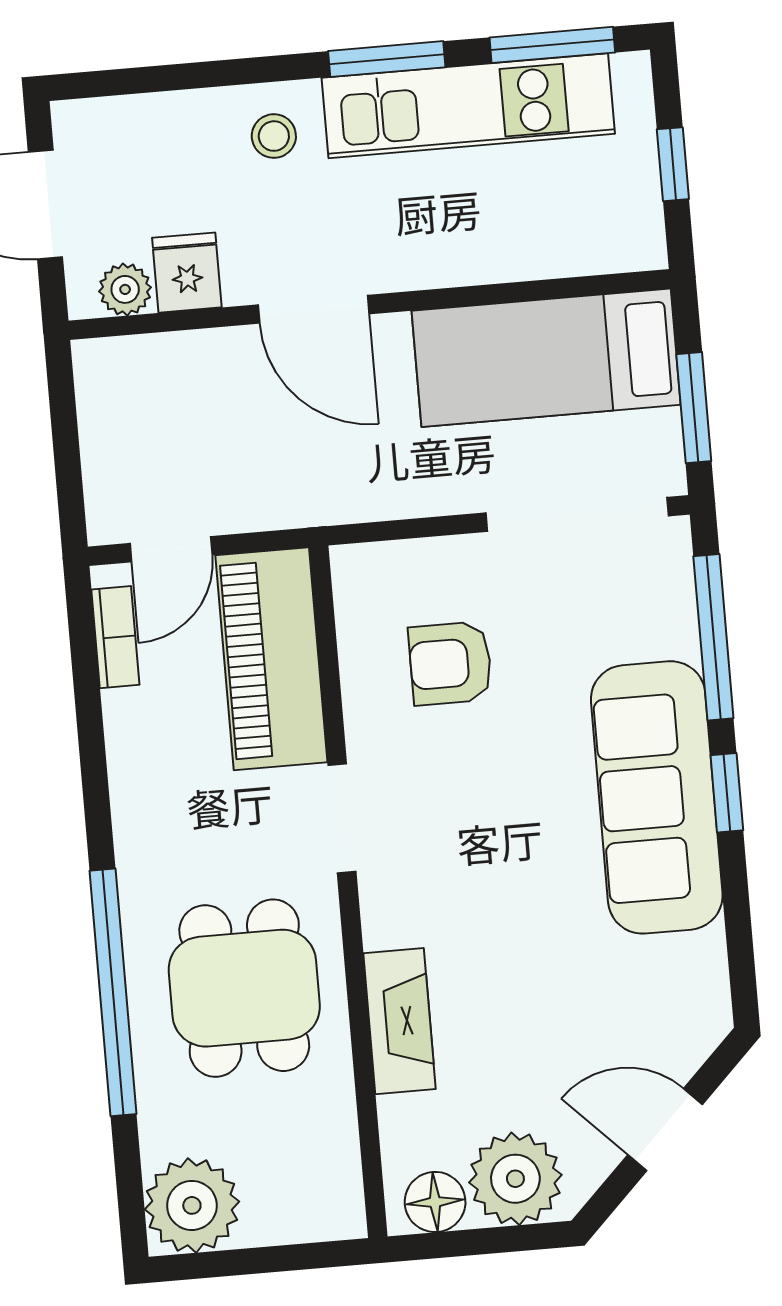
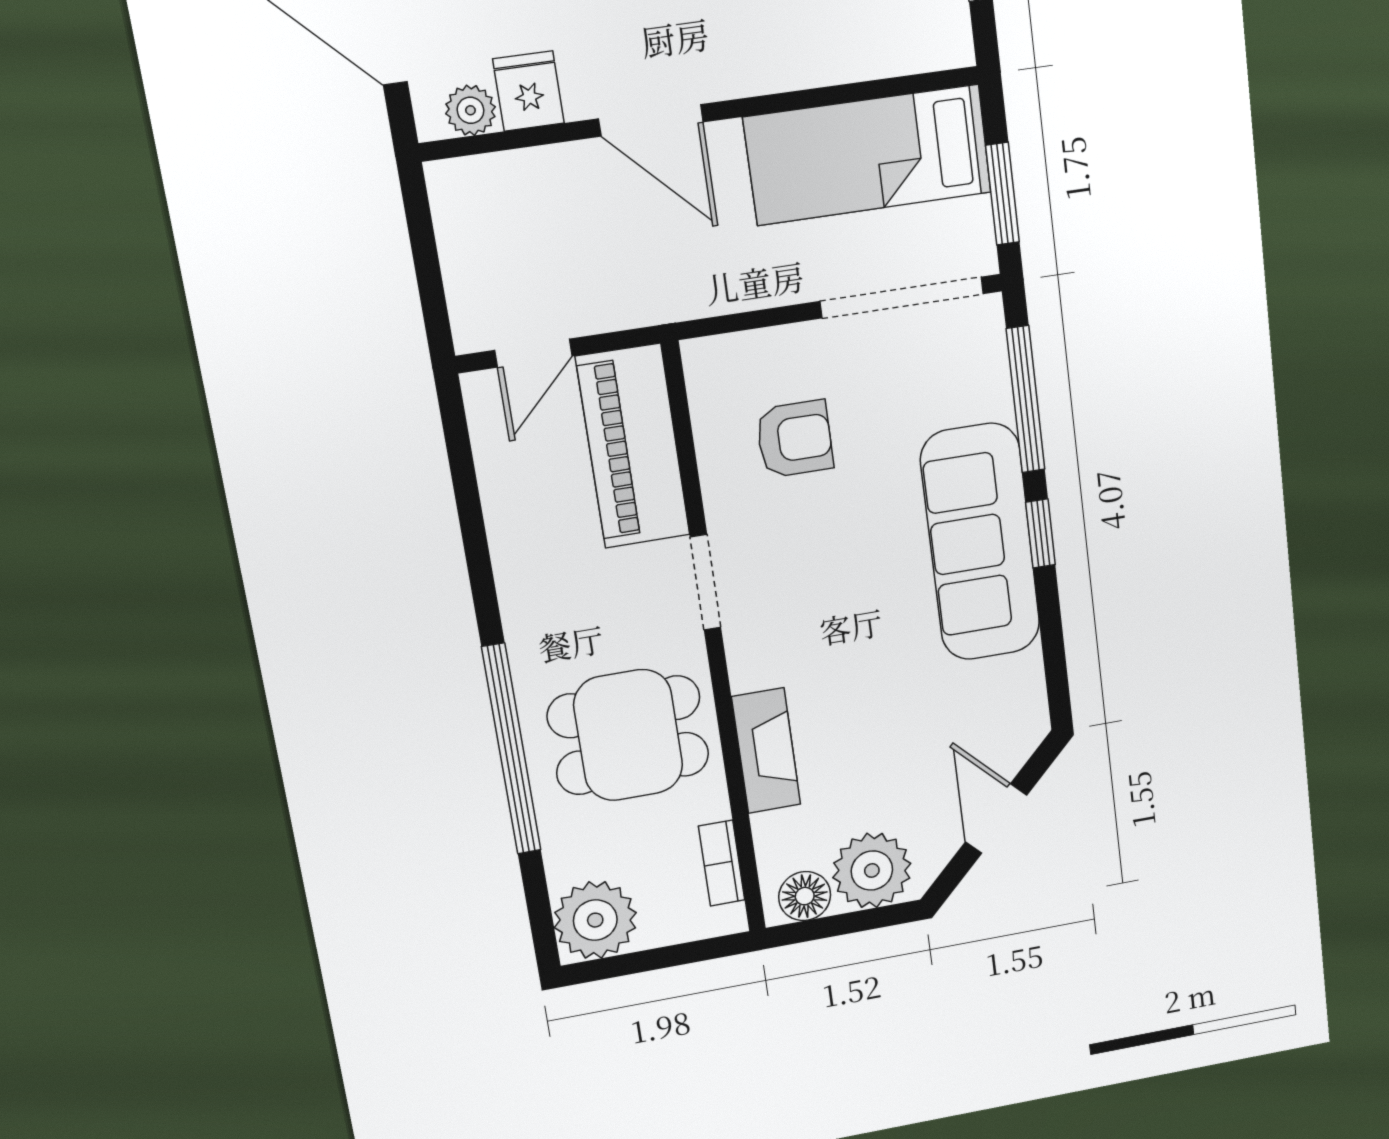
bookcase: (115, 637) -> (722, 863), moved, turned 180
armchair: (450, 663) -> (795, 439), turned 180
dining table: (244, 988) -> (628, 735), turned 90
door: (665, 1130) -> (996, 818), hinge flipped

